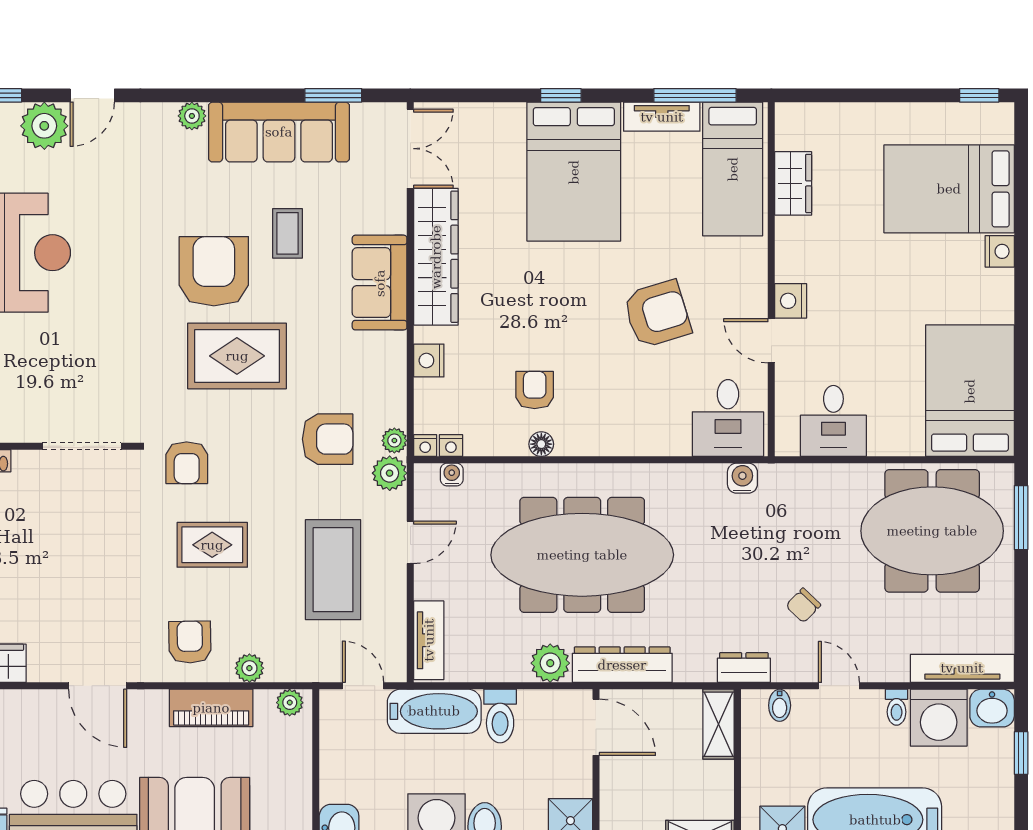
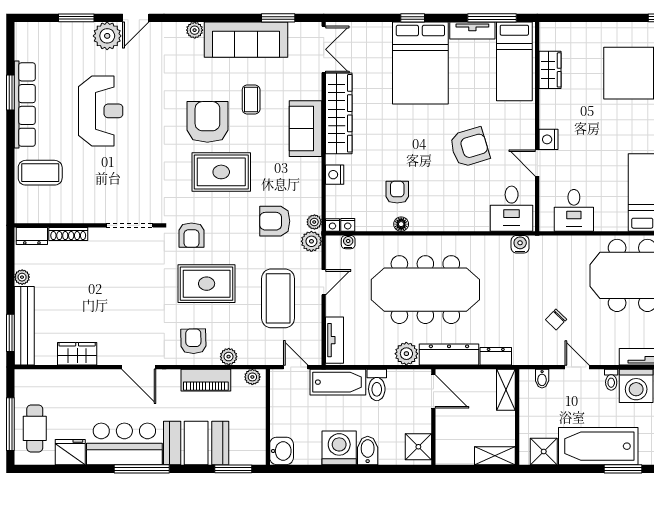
armchair: (328, 439) -> (275, 221), turned 180
rug: (212, 545) -> (207, 284), width x1.36, depth x1.43
dresser: (744, 668) -> (496, 356), moved

